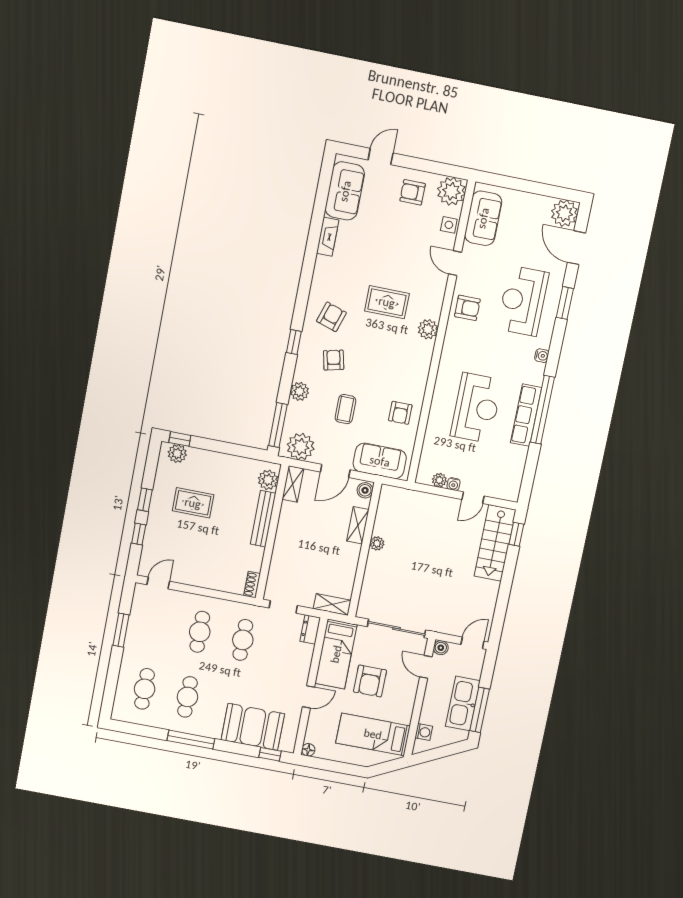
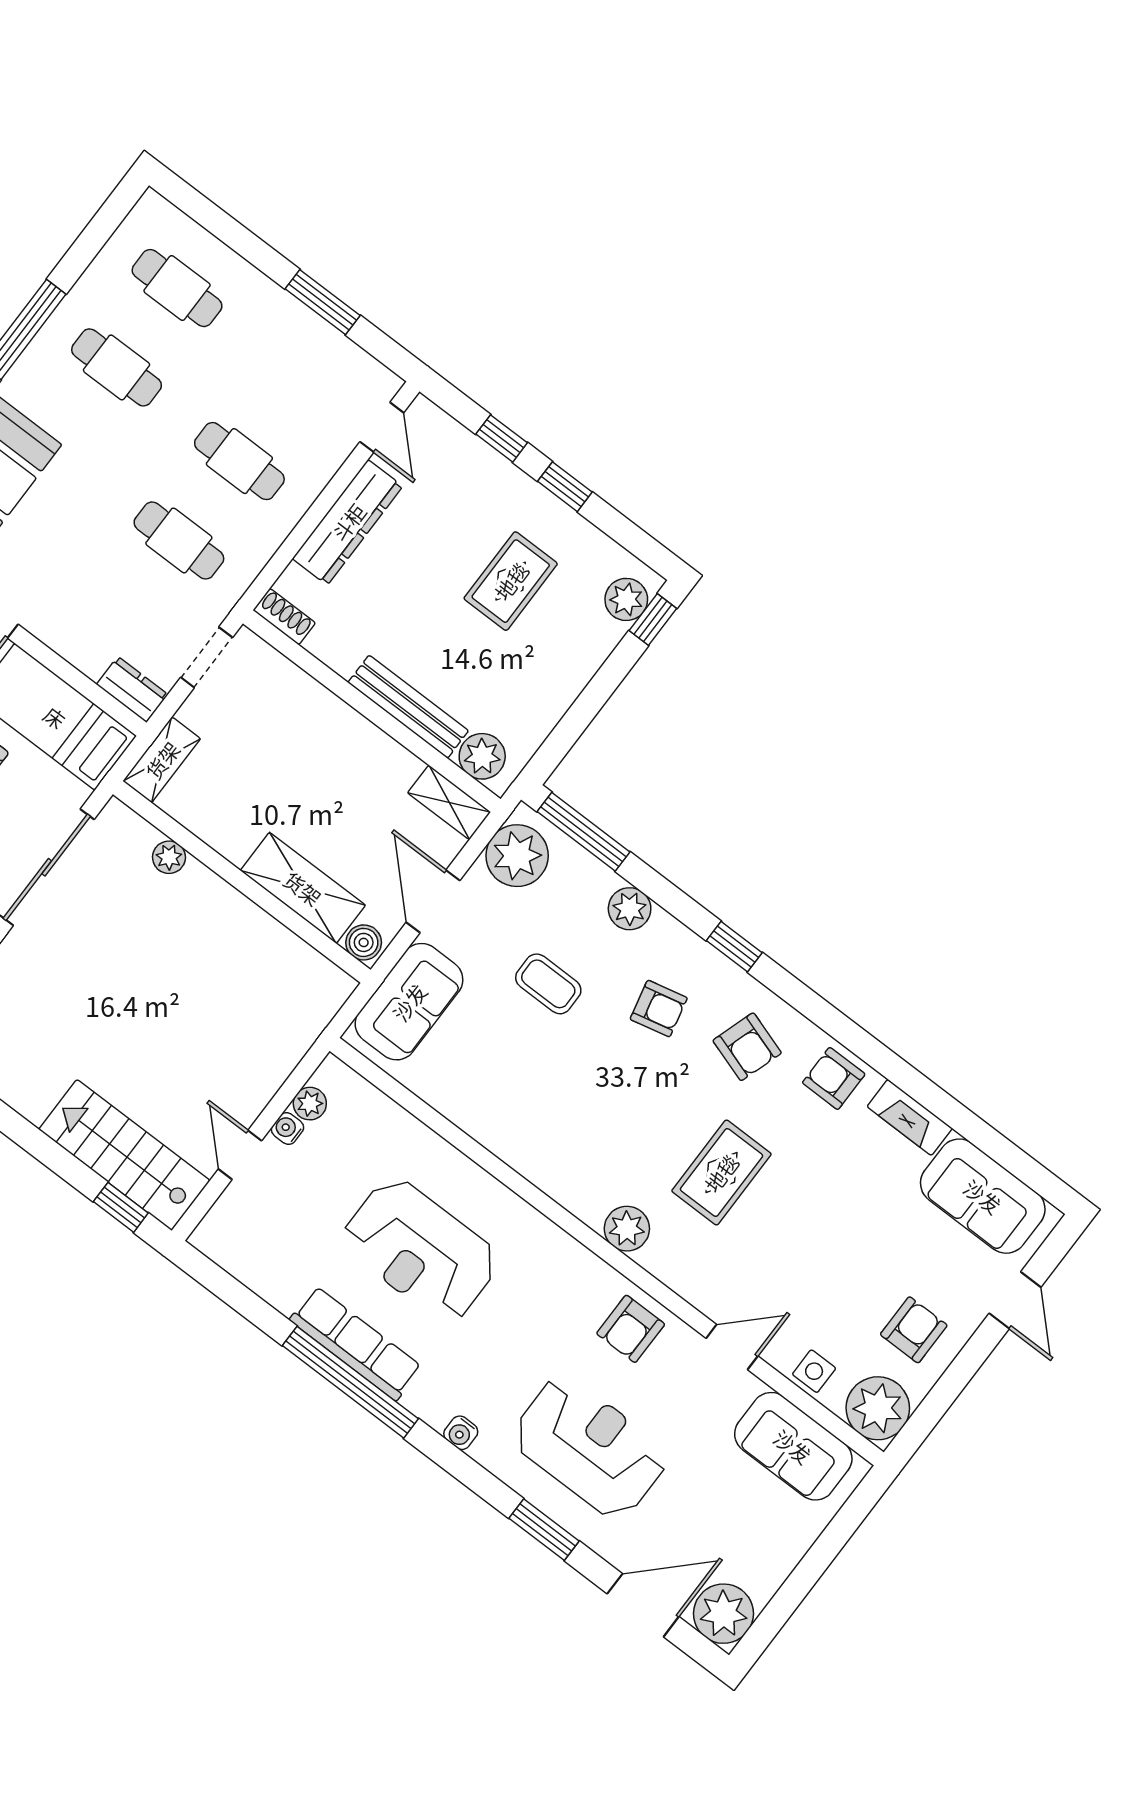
armchair: (400, 413) -> (834, 1078), moved
shelving: (358, 525) -> (303, 888), width x1.50, depth x1.33
plant: (377, 543) -> (169, 857), moved
dresser: (202, 578) -> (348, 522), added

